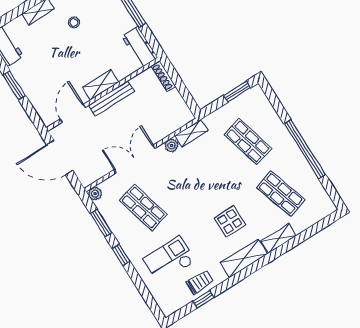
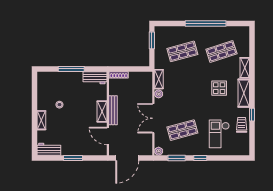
window: (203, 299) -> (252, 115), moved

